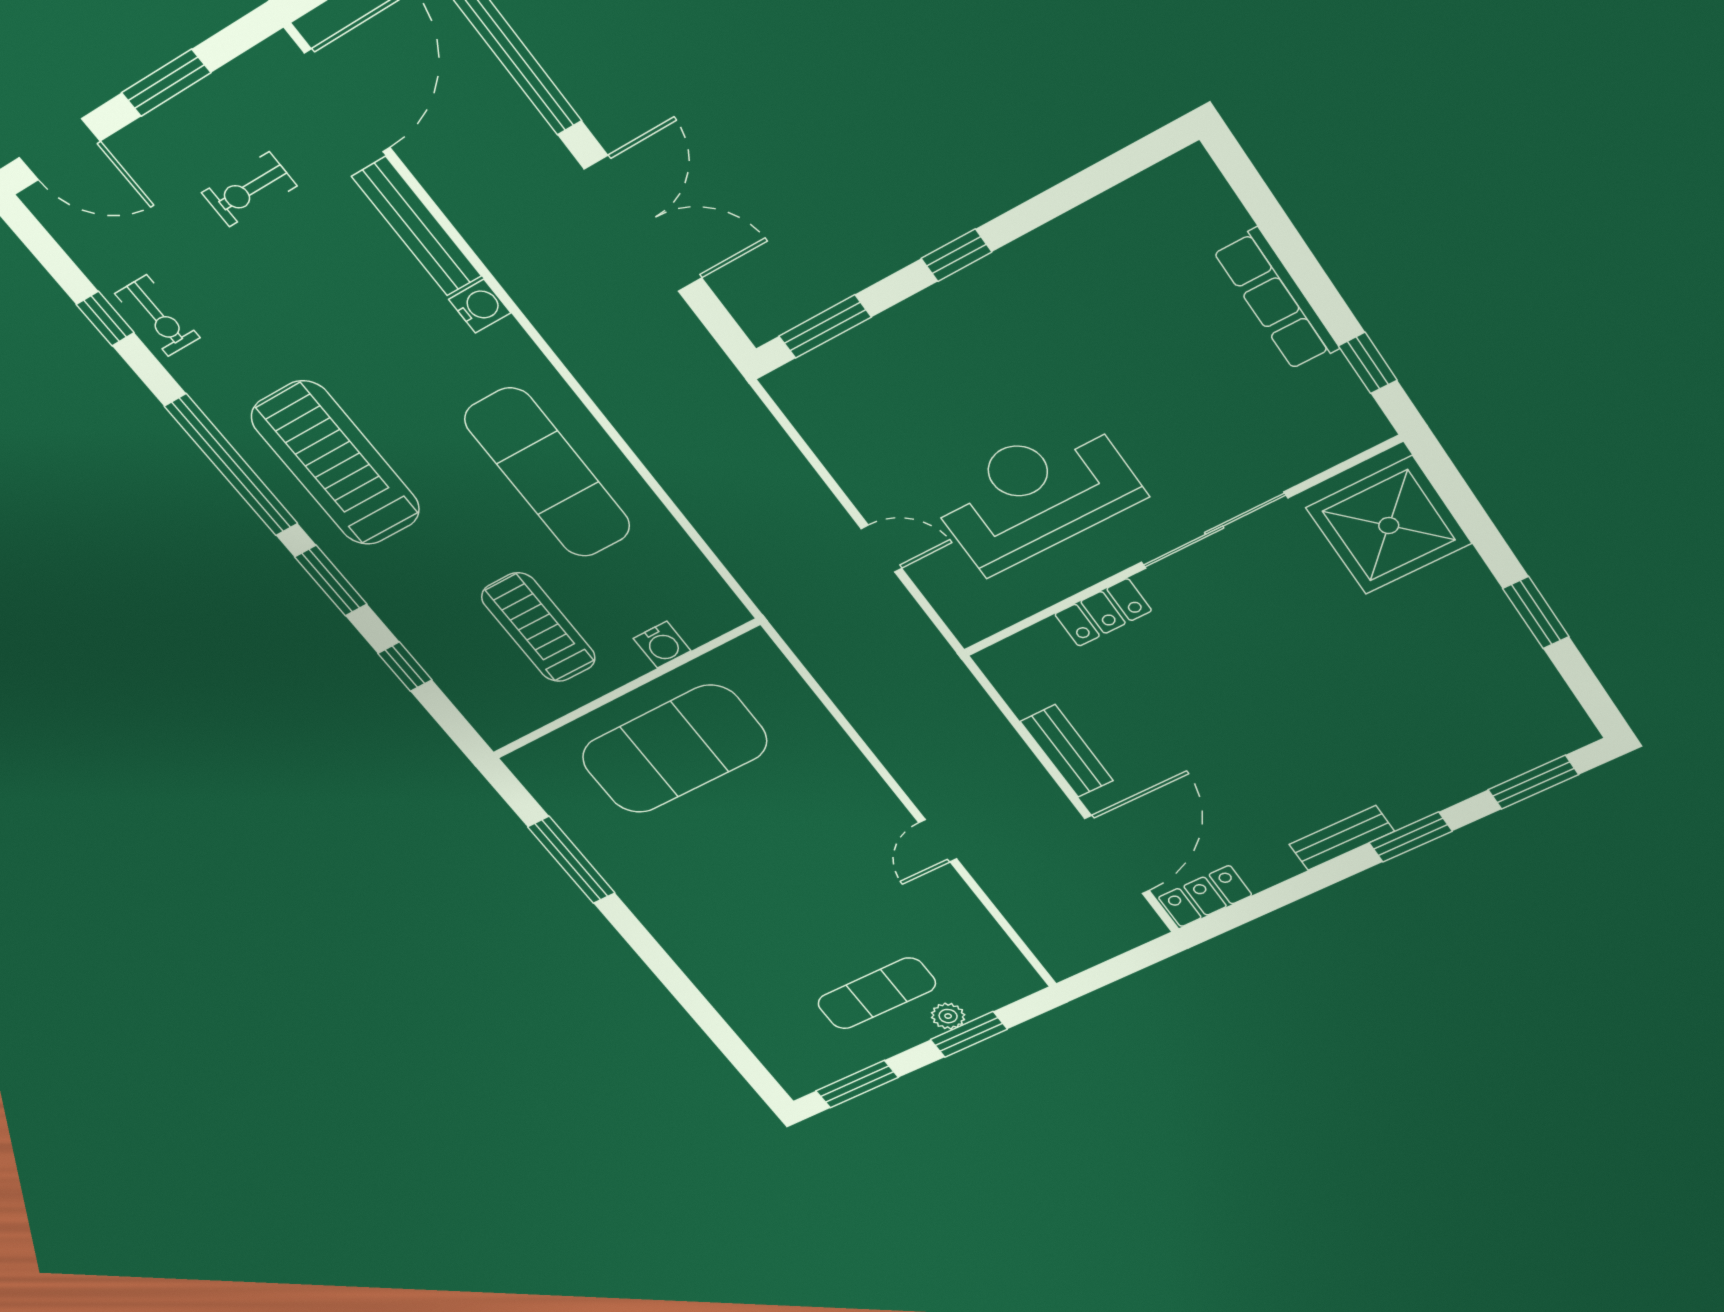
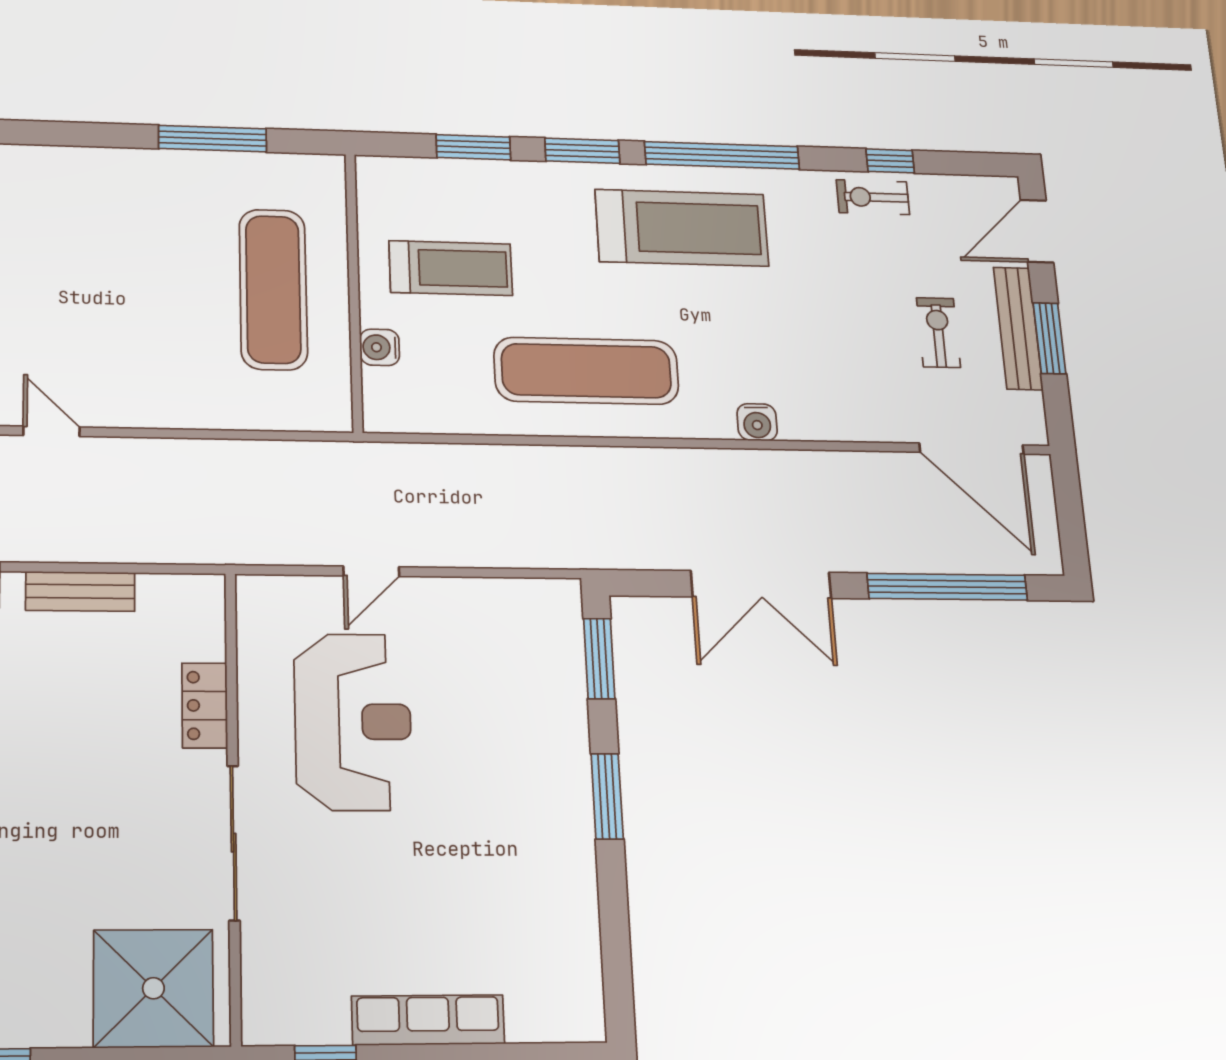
bench: (417, 226) -> (1018, 328), moved, turned 90
window: (956, 255) -> (607, 796), width x1.50
window: (405, 667) -> (473, 147), width x1.50
exercise mat: (674, 749) -> (273, 289), width x0.68

